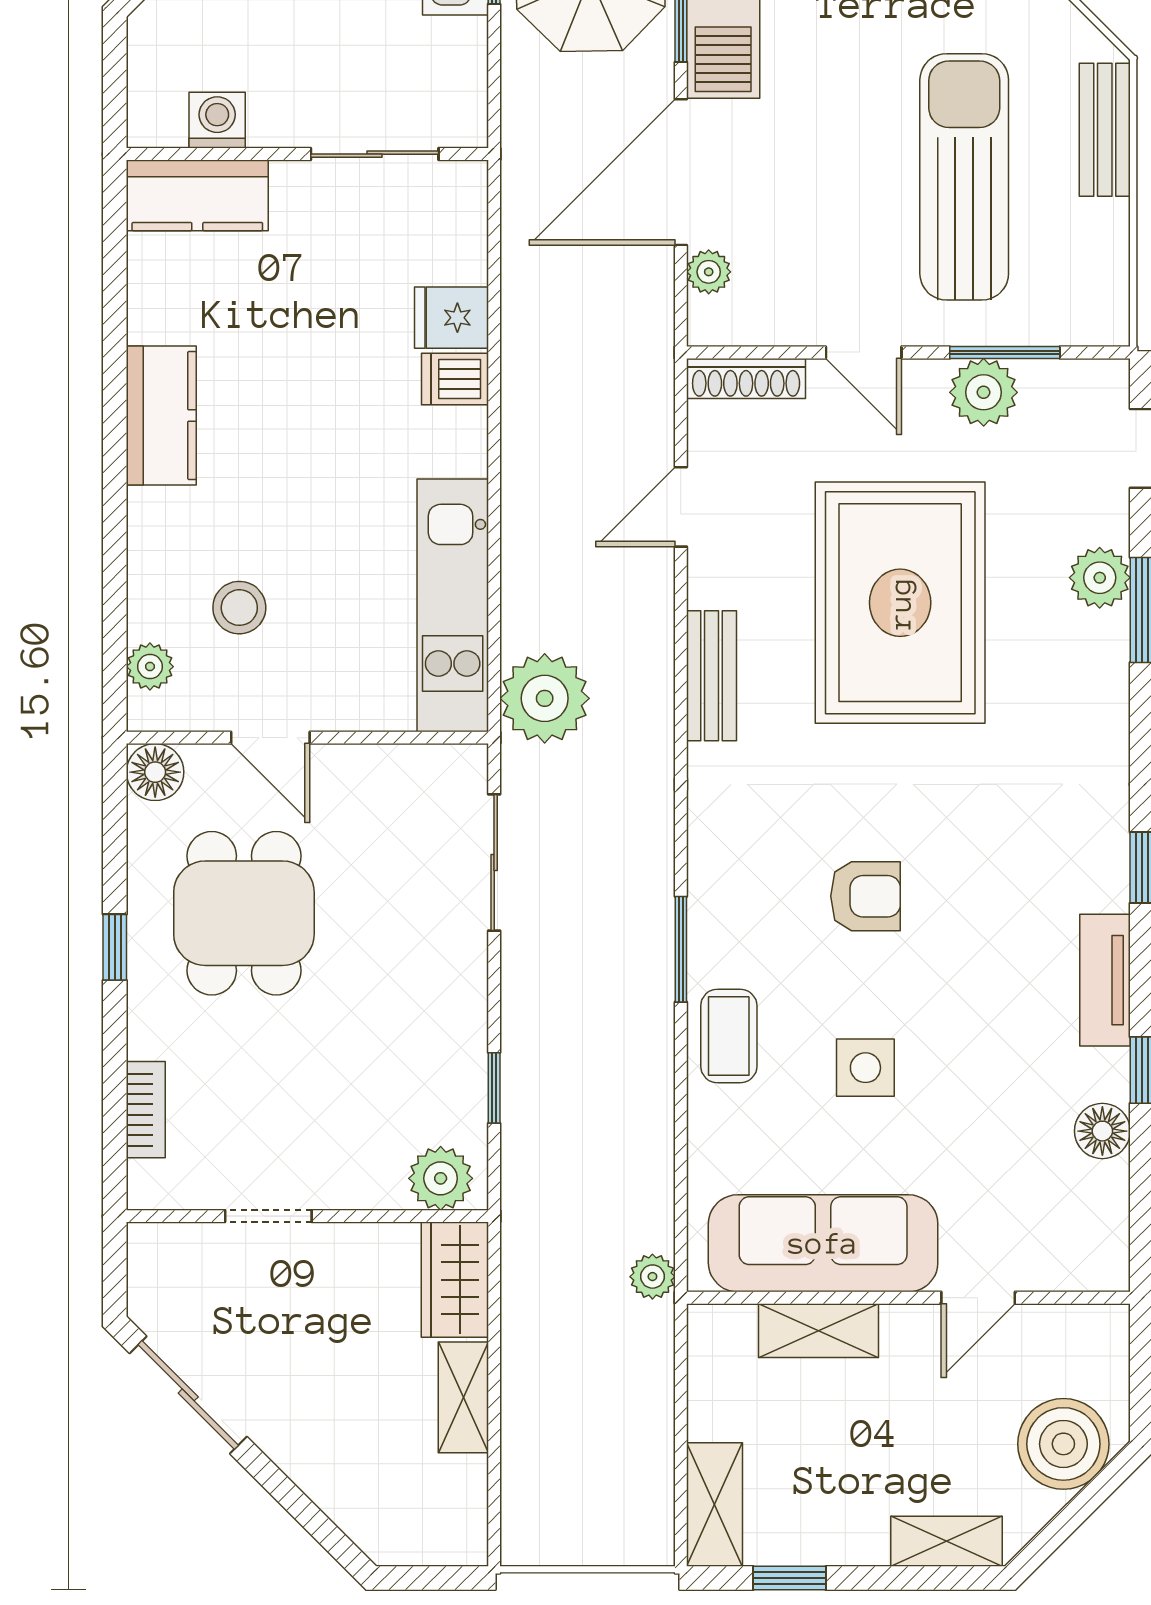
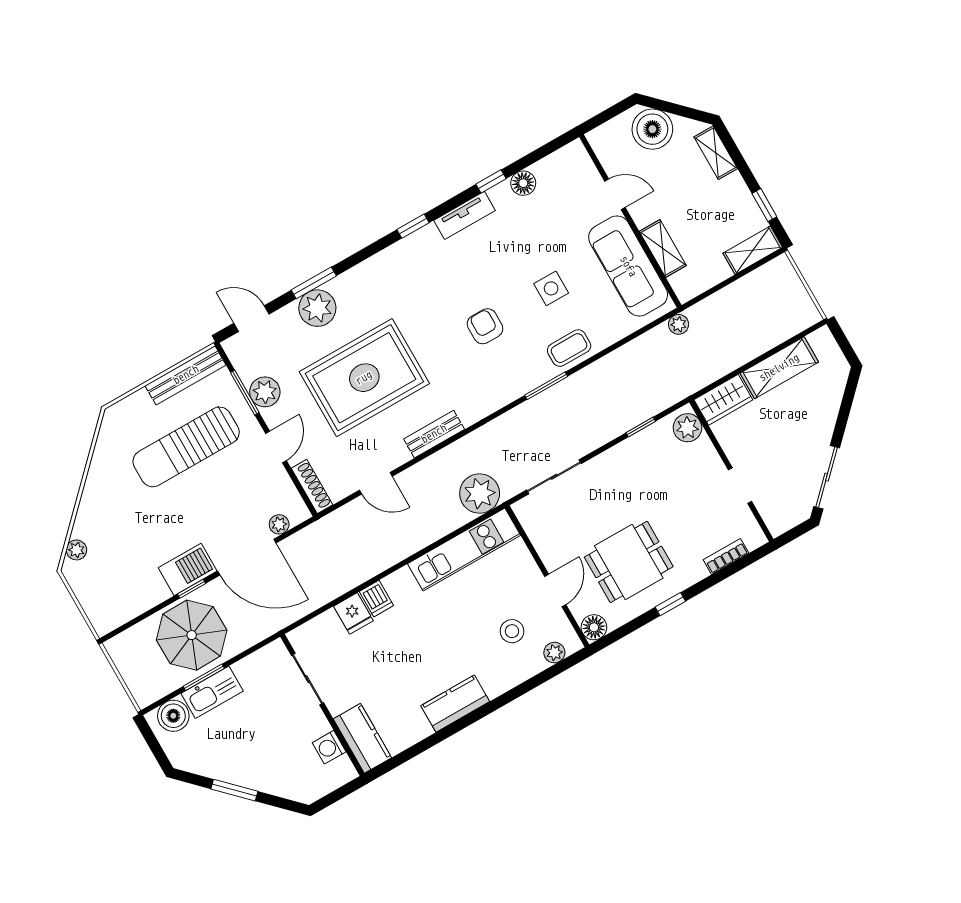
bench: (1105, 130) -> (186, 375), moved, width x1.36
plant: (1100, 578) -> (317, 308), width x1.36, depth x1.36
shelving: (463, 1397) -> (779, 368), width x1.50, depth x1.33

